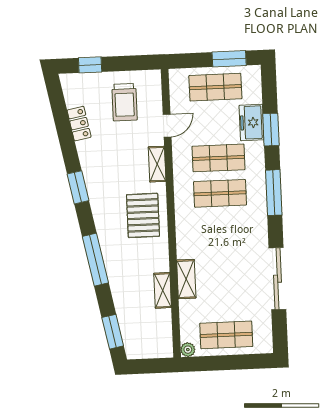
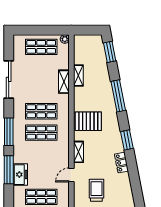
locker: (79, 124) -> (121, 163), moved
window: (271, 130) -> (9, 170), width x1.44
shop shelf: (218, 158) -> (41, 111), moved
pallet: (143, 215) -> (88, 121), turned 90

